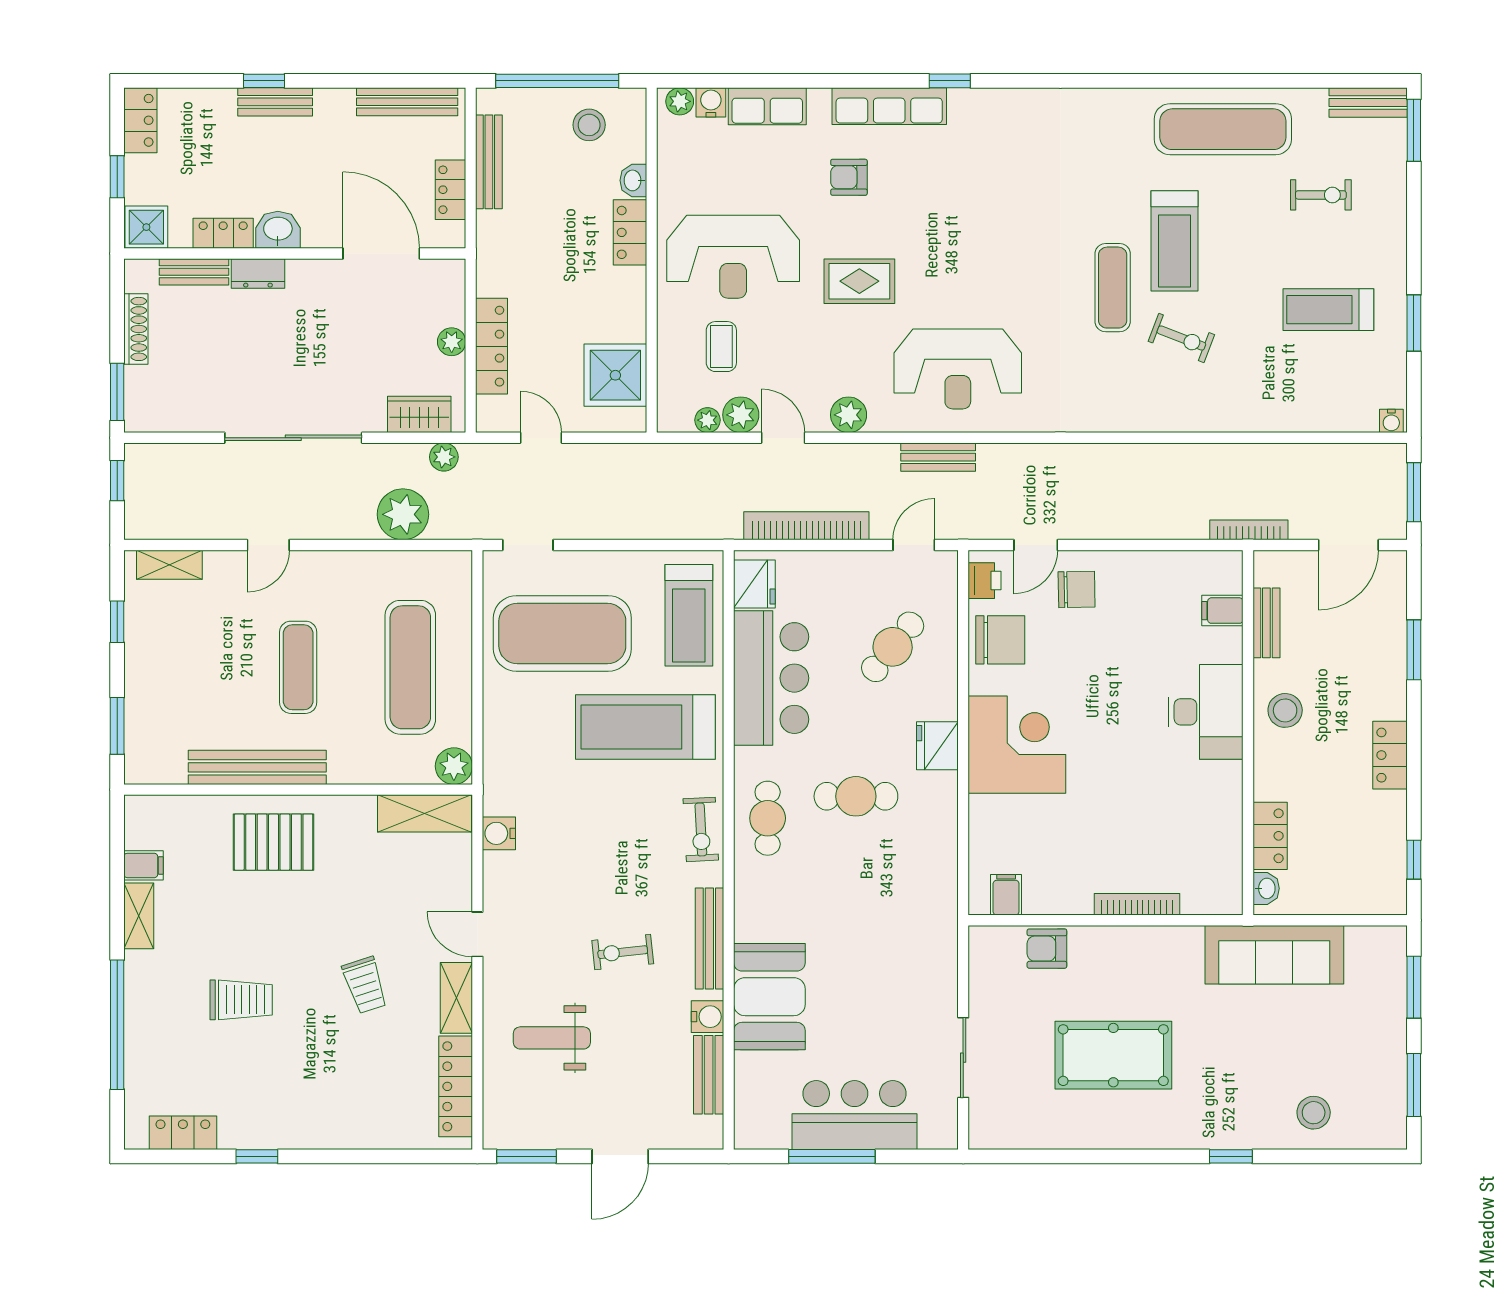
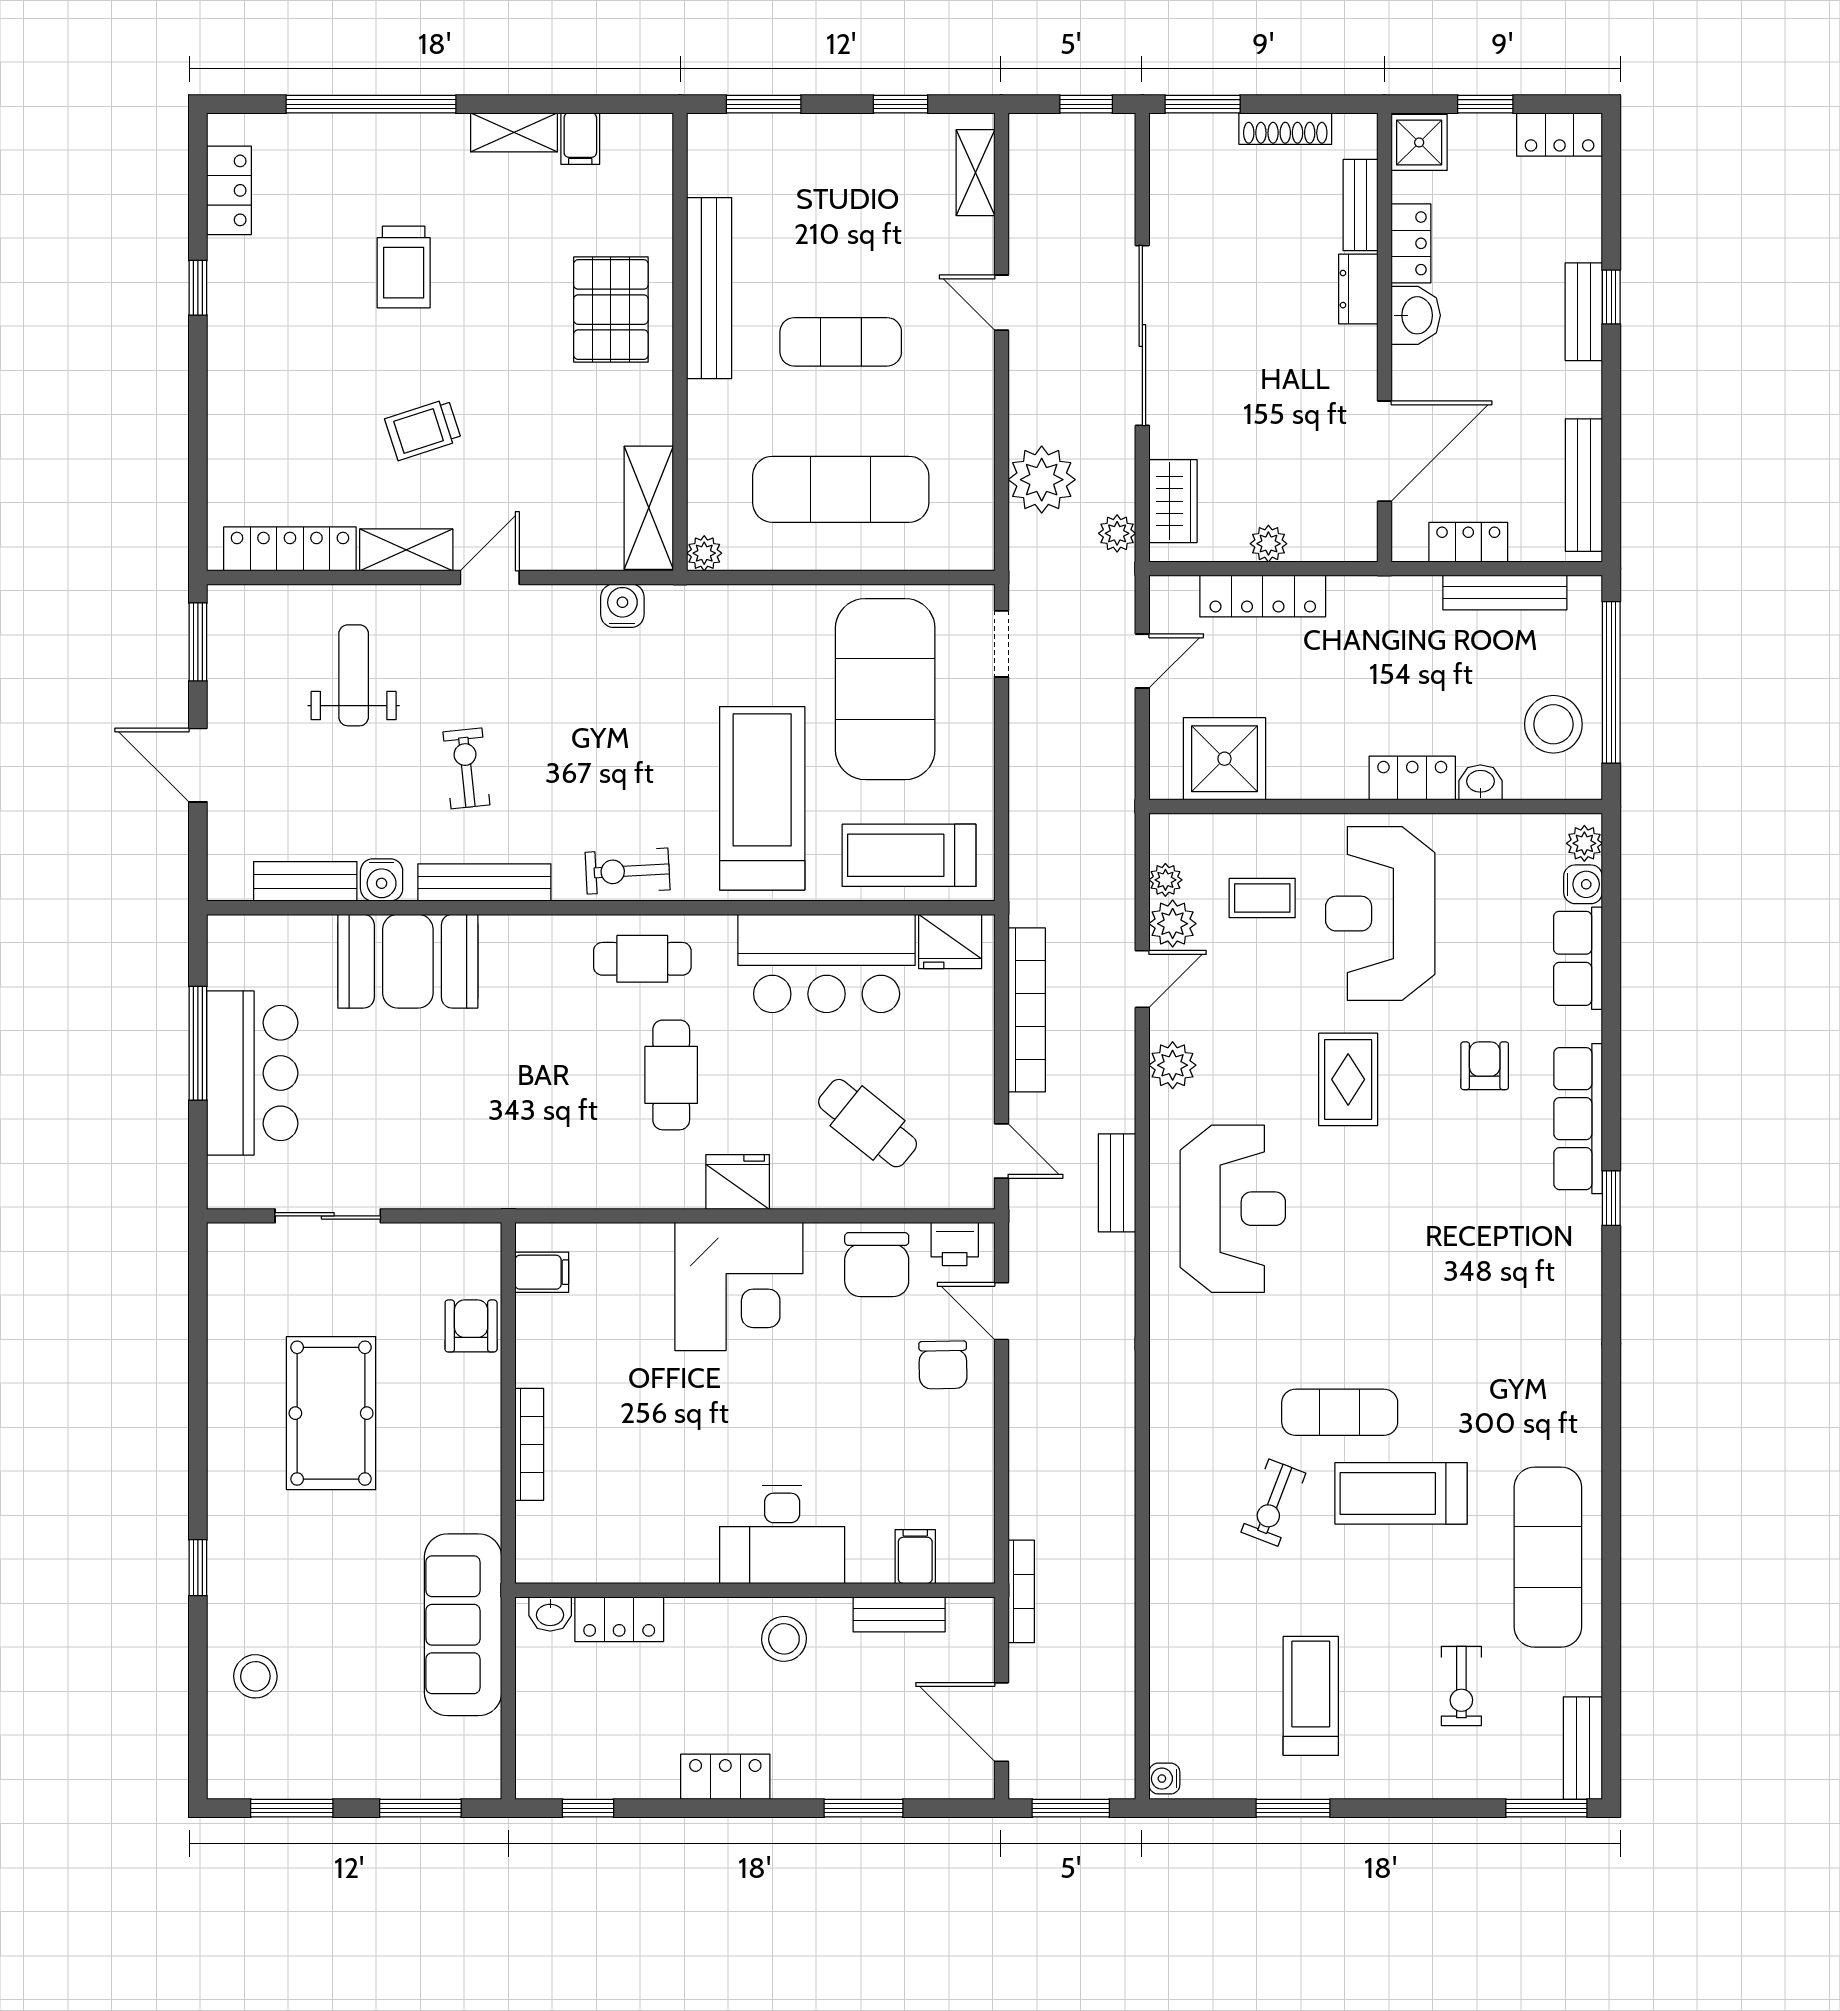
stool: (589, 125) -> (1553, 724), width x1.38, depth x1.38
reception desk: (958, 369) -> (1233, 1209), turned 180
plant: (454, 766) -> (704, 553), width x0.73, depth x0.73

